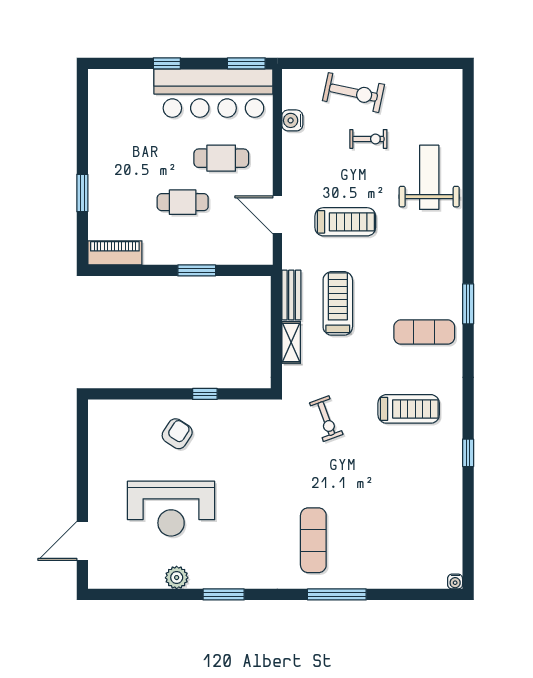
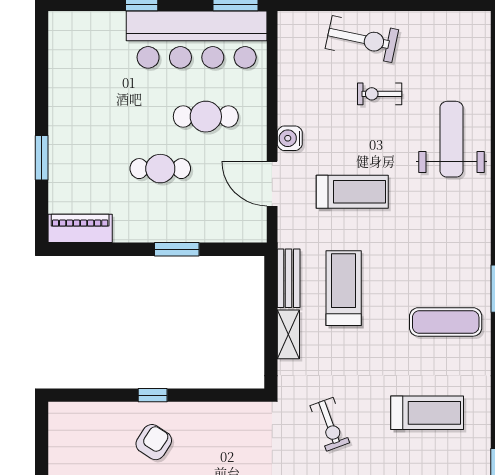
water cooler: (292, 120) -> (290, 138), moved
exercise bike: (368, 139) -> (380, 94), turned 180
window: (205, 394) -> (153, 395), moved

